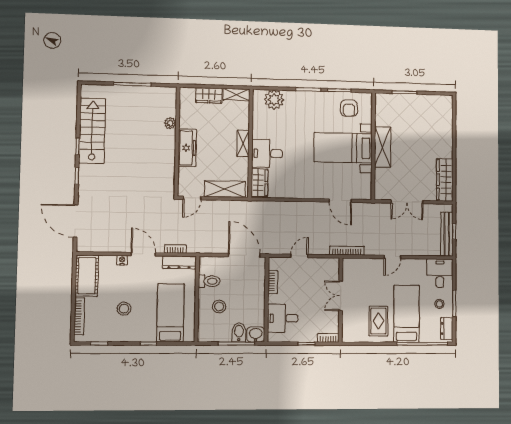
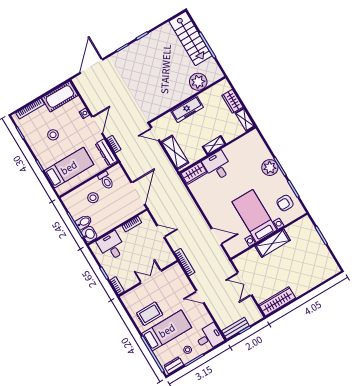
plant: (274, 100) -> (270, 168), moved
plant: (170, 123) -> (198, 82), width x1.87, depth x1.87
stairs: (92, 131) -> (191, 39), moved, turned 90
door: (340, 201) -> (216, 236), swing flipped
bench: (447, 234) -> (235, 328), width x0.73

